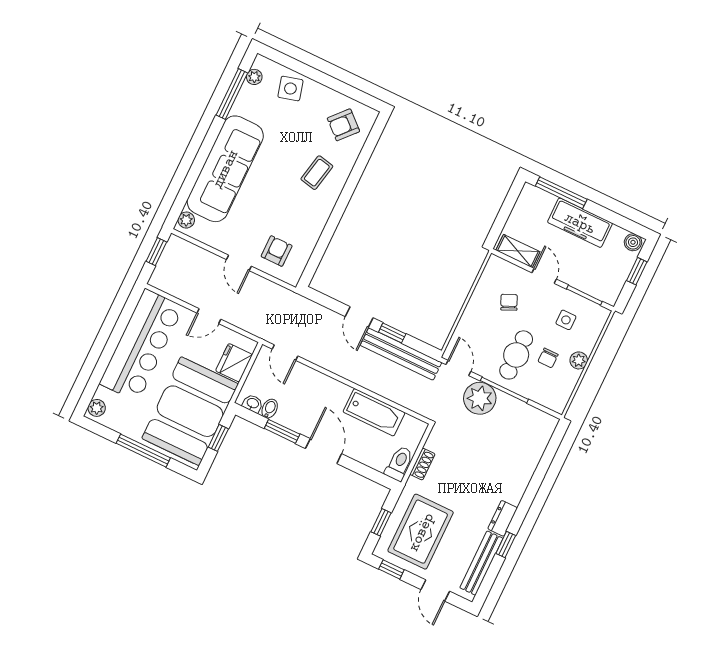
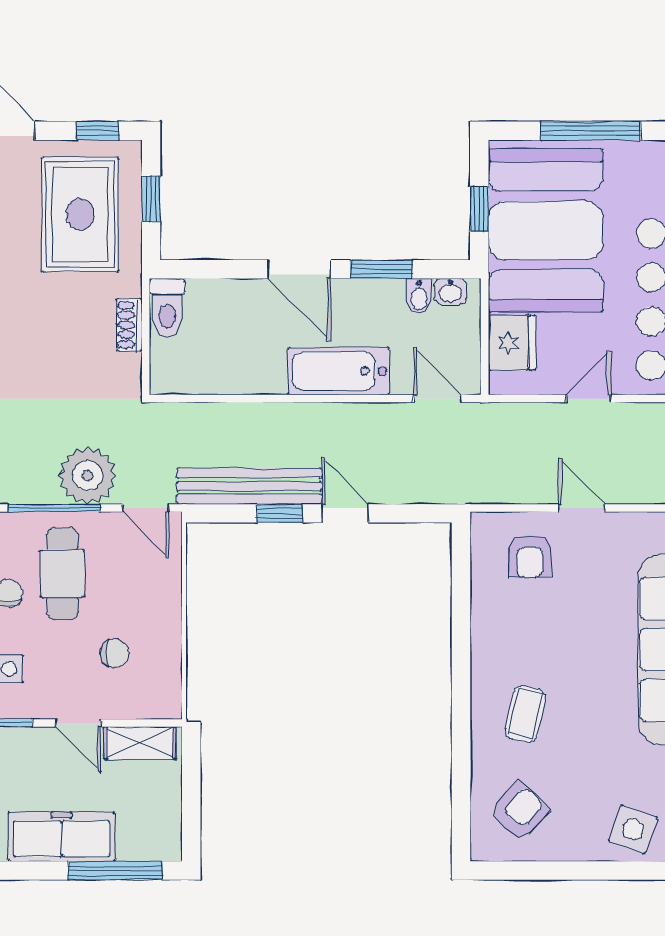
side table: (290, 89) -> (633, 829), turned 35
chair: (509, 302) -> (115, 653), turned -66
bathtub: (374, 412) -> (339, 371), moved

